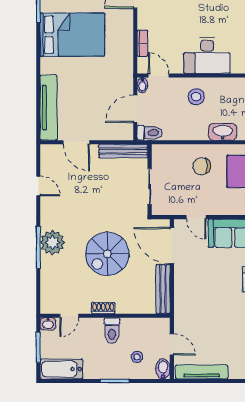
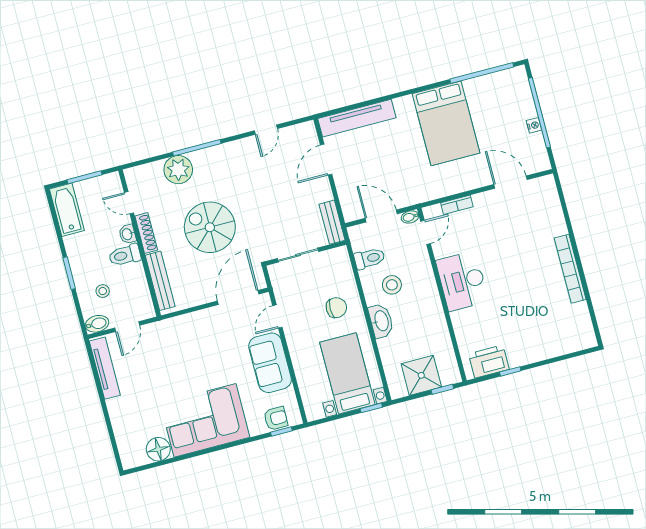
stool: (196, 97) -> (392, 285), moved
toilet: (150, 133) -> (369, 258), moved, turned -90
bench: (123, 151) -> (332, 222), width x0.73
chair: (202, 166) -> (336, 308), turned 90
plant: (52, 242) -> (178, 170), moved
bench: (163, 289) -> (160, 281), moved, turned 90
shoe rack: (103, 308) -> (146, 233), width x1.43
washbasin: (48, 324) -> (127, 234), moved

